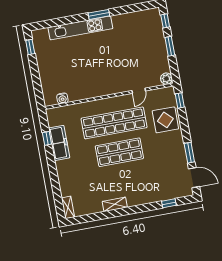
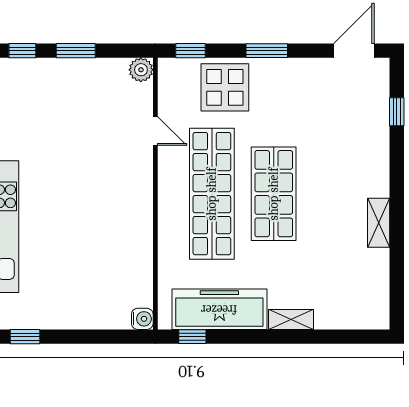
water cooler: (62, 98) -> (142, 319), moved
window: (47, 138) -> (192, 337), moved
freezer: (59, 143) -> (219, 309), width x1.36, depth x1.26
window: (189, 153) -> (267, 51), moved
shelving: (68, 207) -> (291, 320), moved

